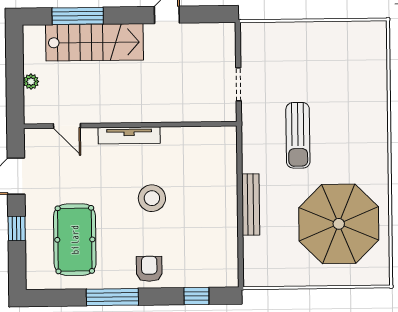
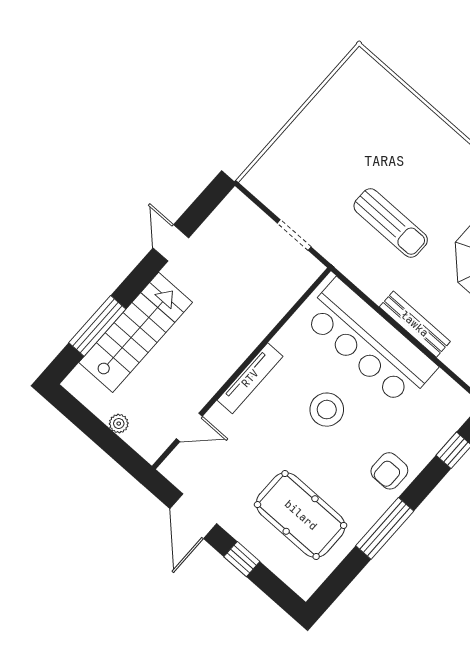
bar counter: (215, 187) -> (369, 342), added
armchair: (149, 269) -> (389, 471), turned -90

